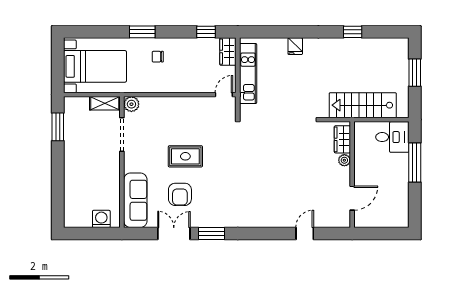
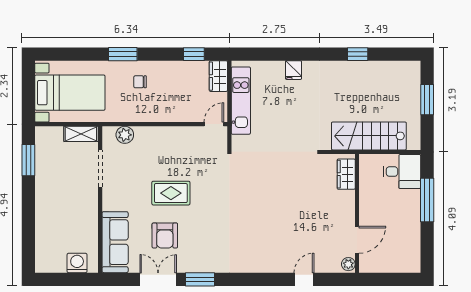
plant: (131, 104) -> (125, 135), moved
plant: (344, 160) -> (348, 264), moved

